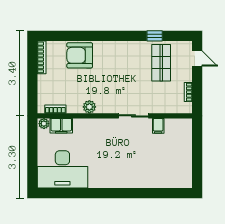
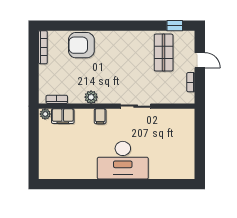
window: (155, 36) -> (175, 26), moved
door: (197, 58) -> (200, 60), moved
filing cabinet: (158, 126) -> (100, 116), moved
desk: (62, 169) -> (123, 160), moved

